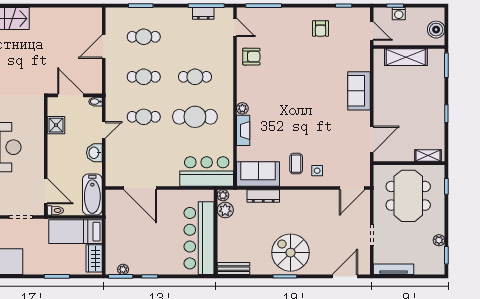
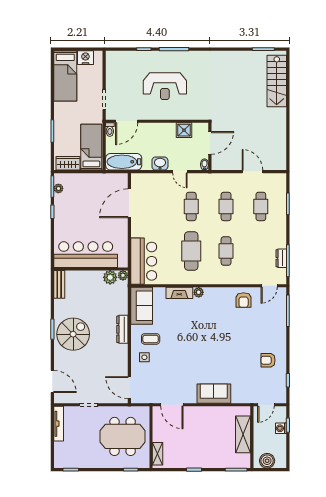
dresser: (263, 196) -> (122, 329), moved
plant: (439, 240) -> (84, 463), removed

